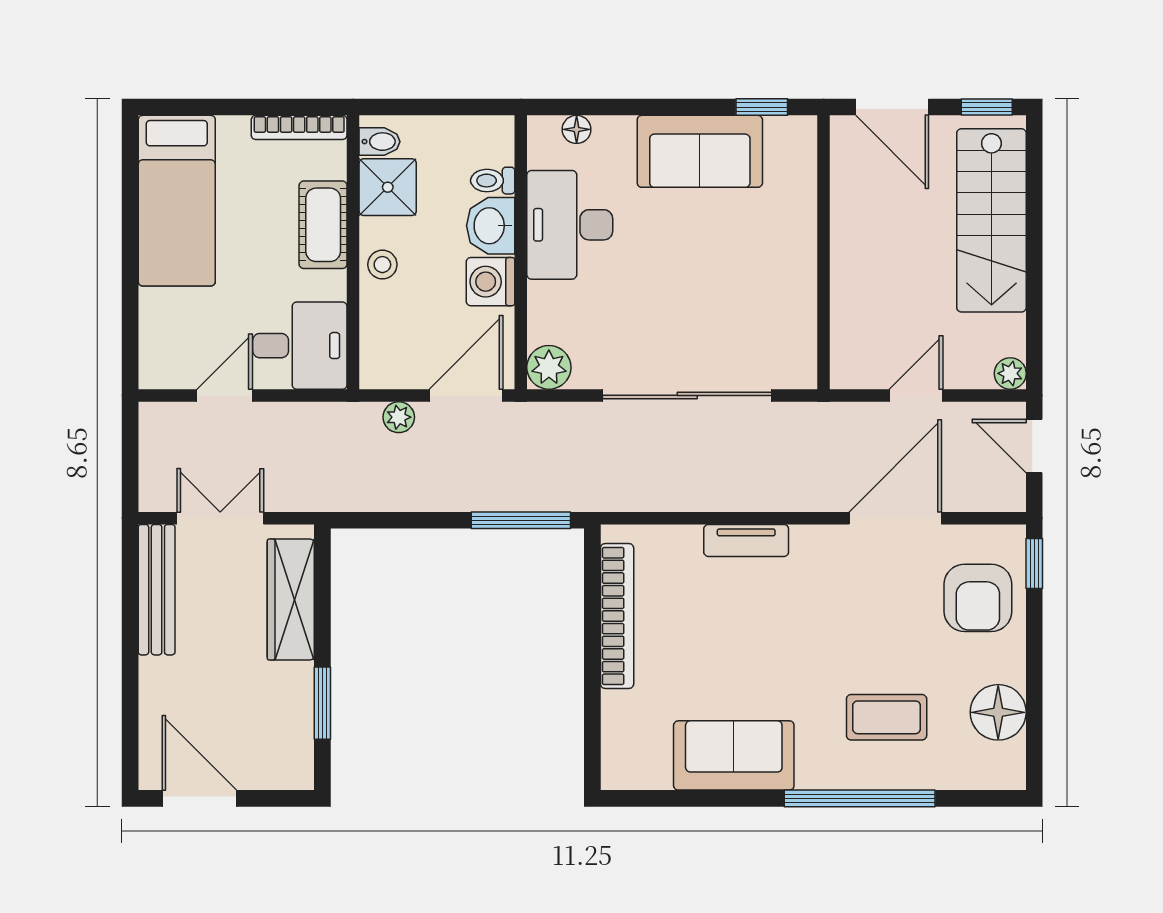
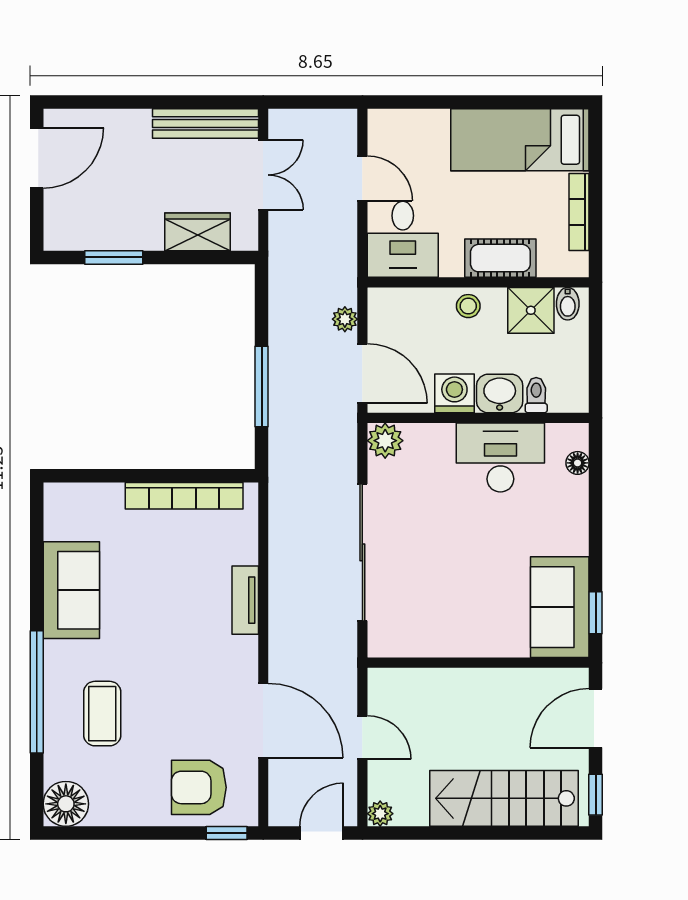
bookcase: (299, 127) -> (579, 212), moved
sofa: (700, 151) -> (560, 607), moved
window: (521, 520) -> (262, 386), moved
wardrobe: (291, 599) -> (197, 232), width x0.67
floor lamp: (998, 712) -> (66, 804), moved

